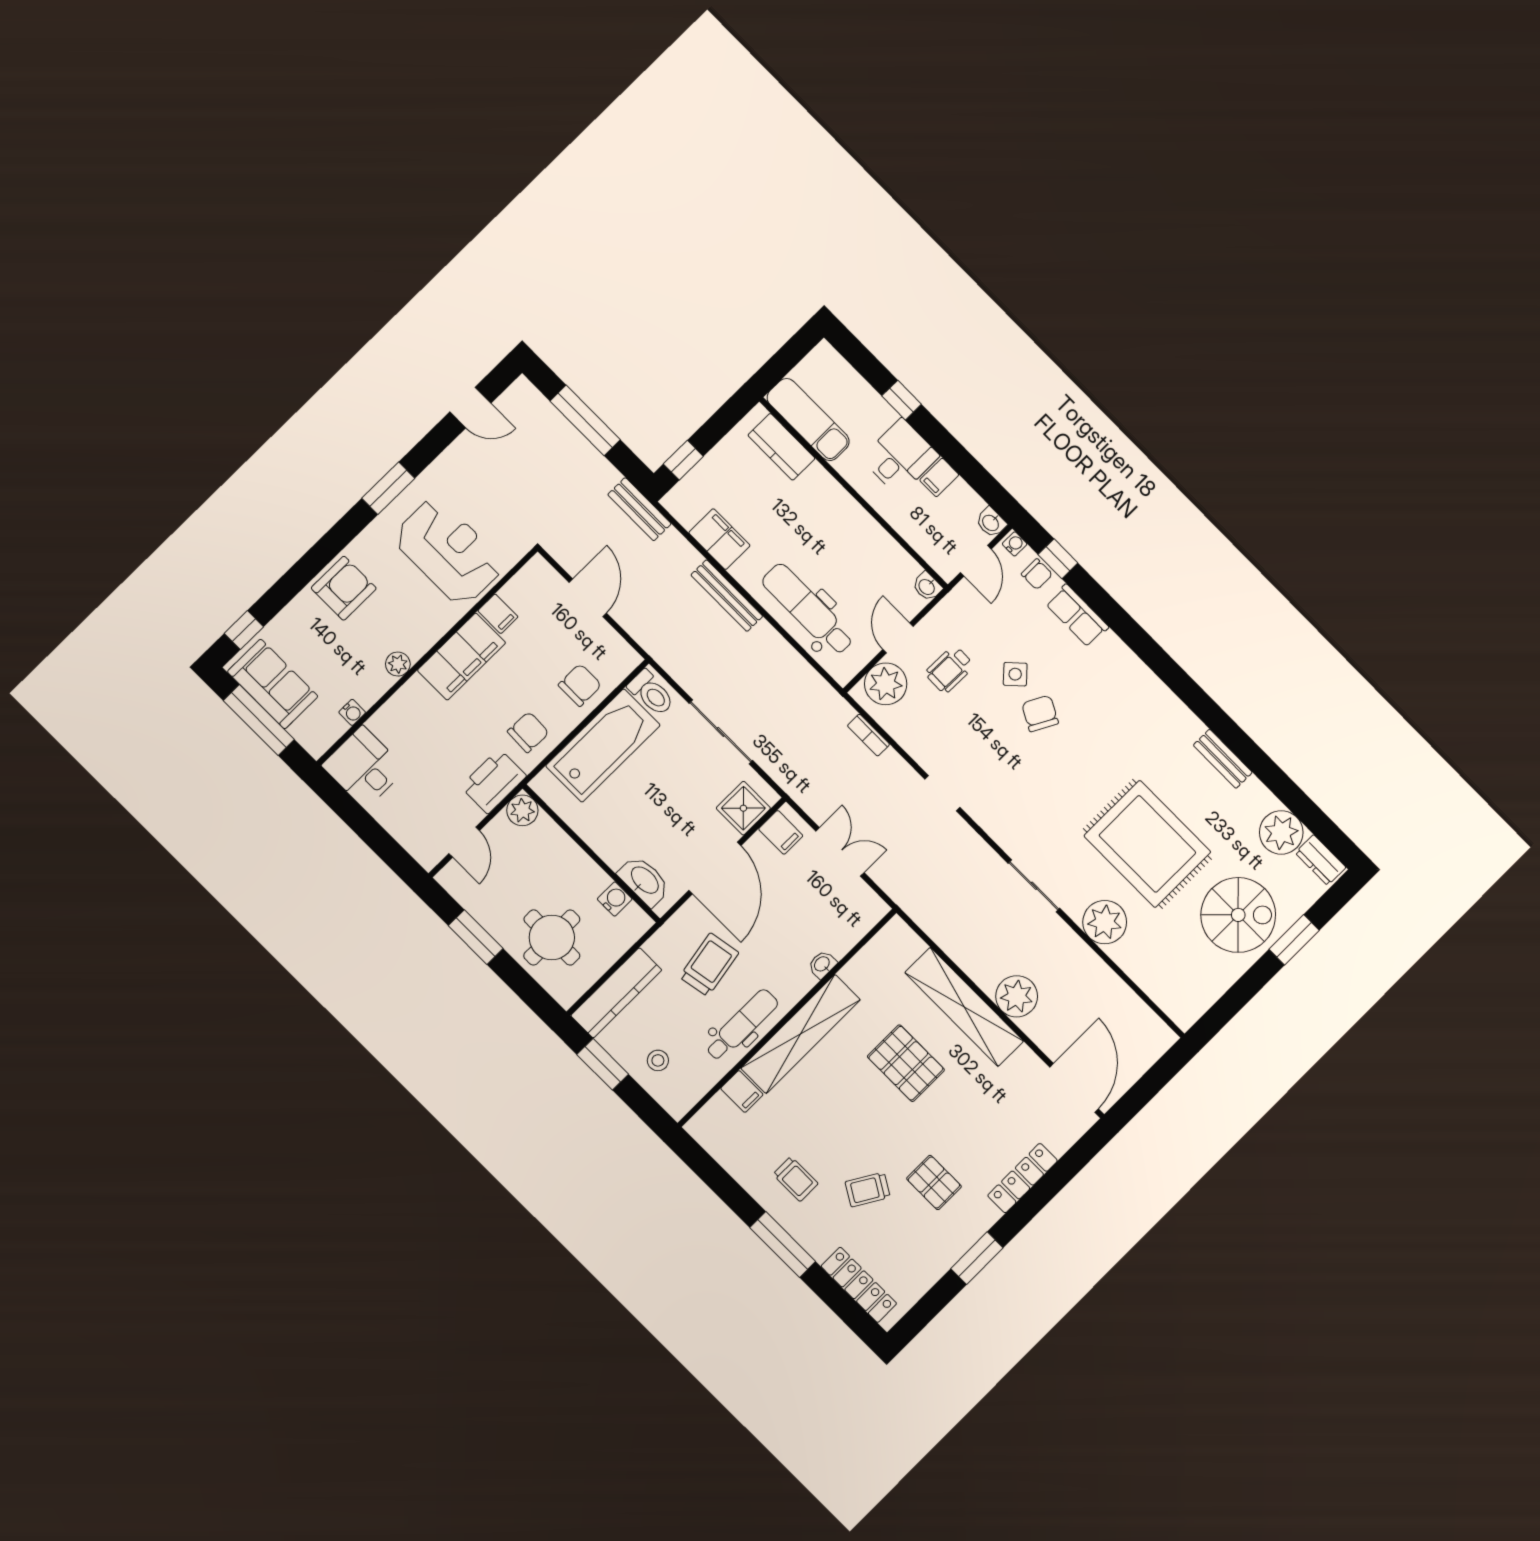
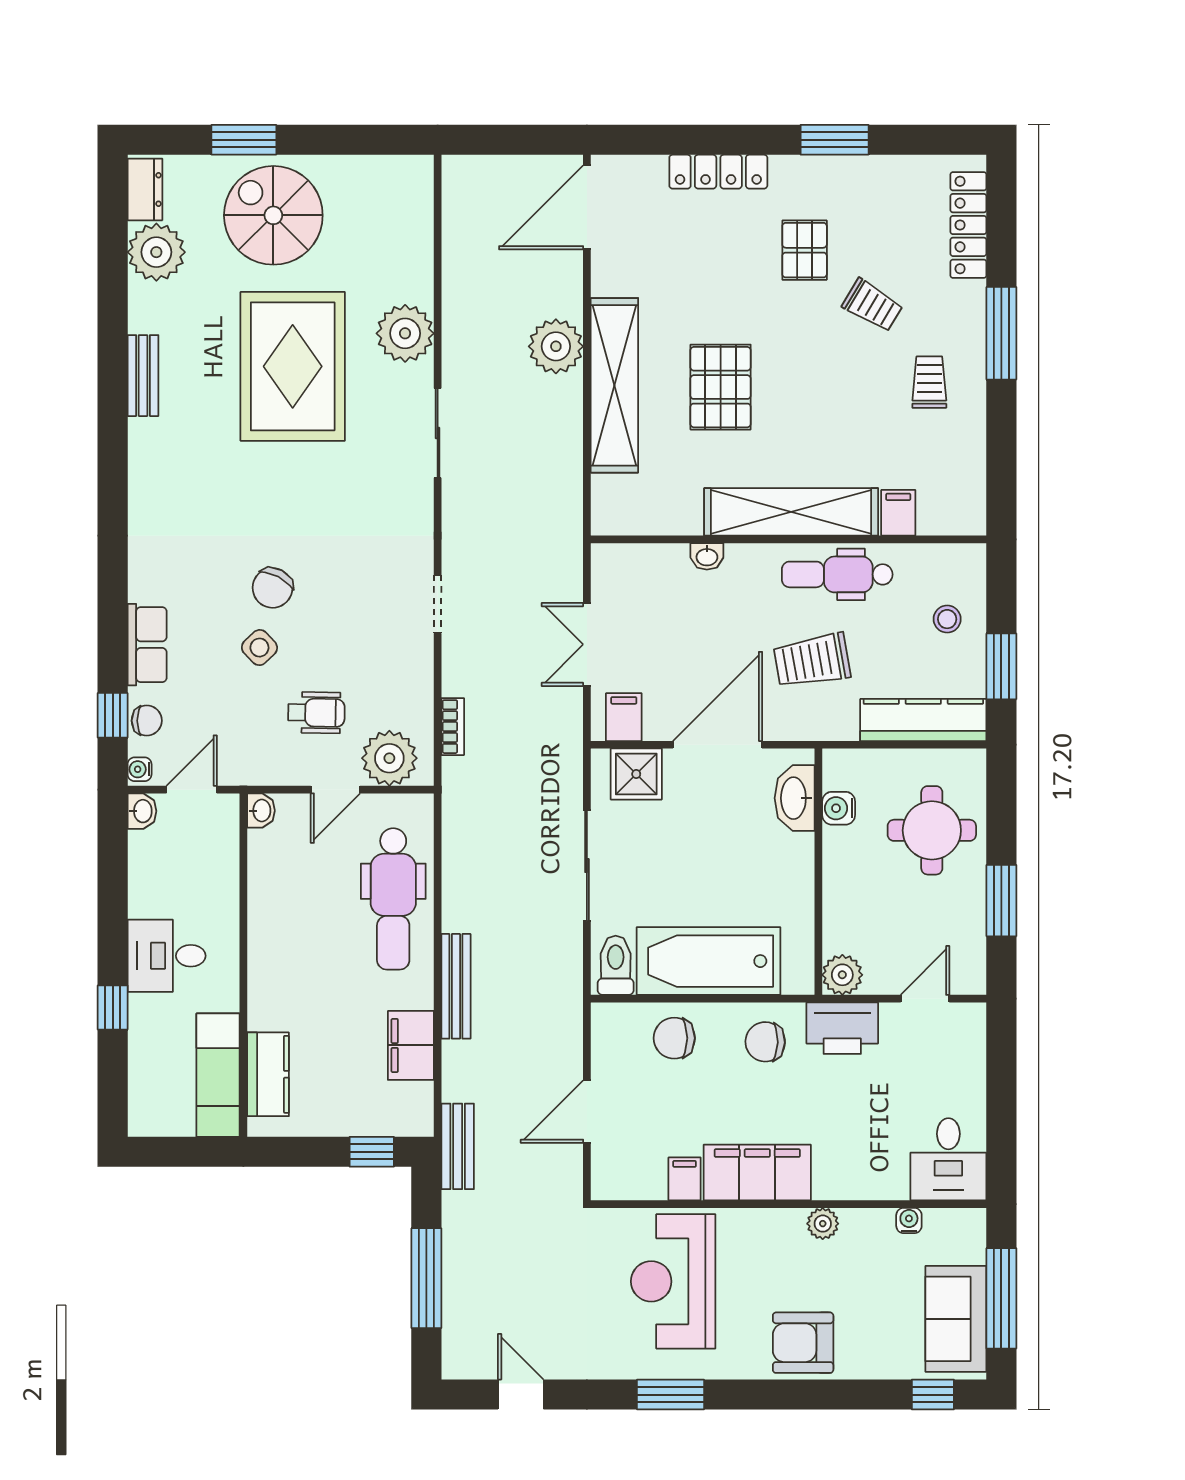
filing cabinet: (939, 477) -> (149, 901), removed
chair: (1037, 574) -> (147, 721), turned 90

